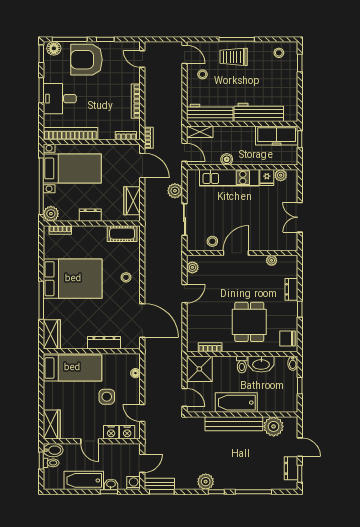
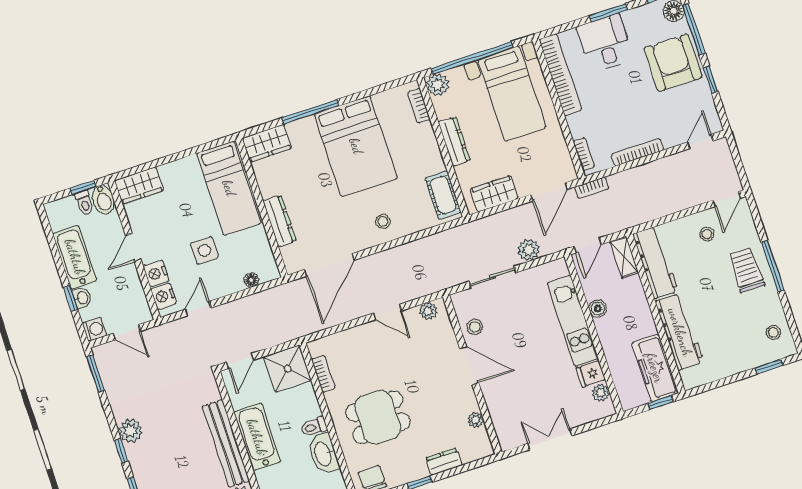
dresser: (90, 215) -> (454, 141), width x1.44
bench: (159, 484) -> (105, 366), removed

